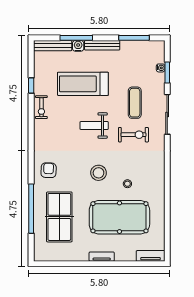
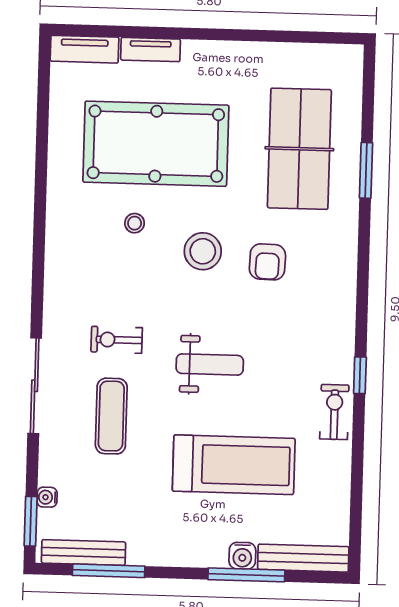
bench: (102, 45) -> (83, 553), moved
window: (167, 73) -> (31, 521), moved
window: (31, 85) -> (360, 375), moved
exercise bike: (133, 135) -> (117, 340), width x0.73, depth x0.72
armchair: (49, 170) -> (267, 262), moved
window: (31, 209) -> (366, 170), width x0.47
tv unit: (102, 257) -> (151, 50), moved

